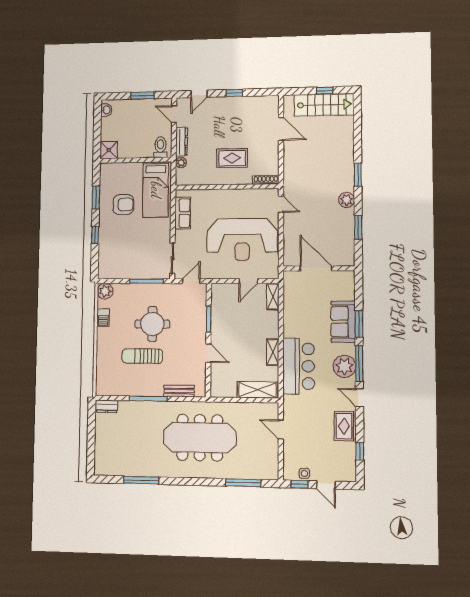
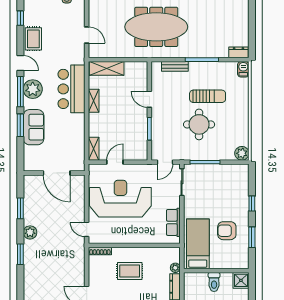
toilet: (161, 147) -> (214, 282), moved
barbecue: (103, 318) -> (243, 69), moved

